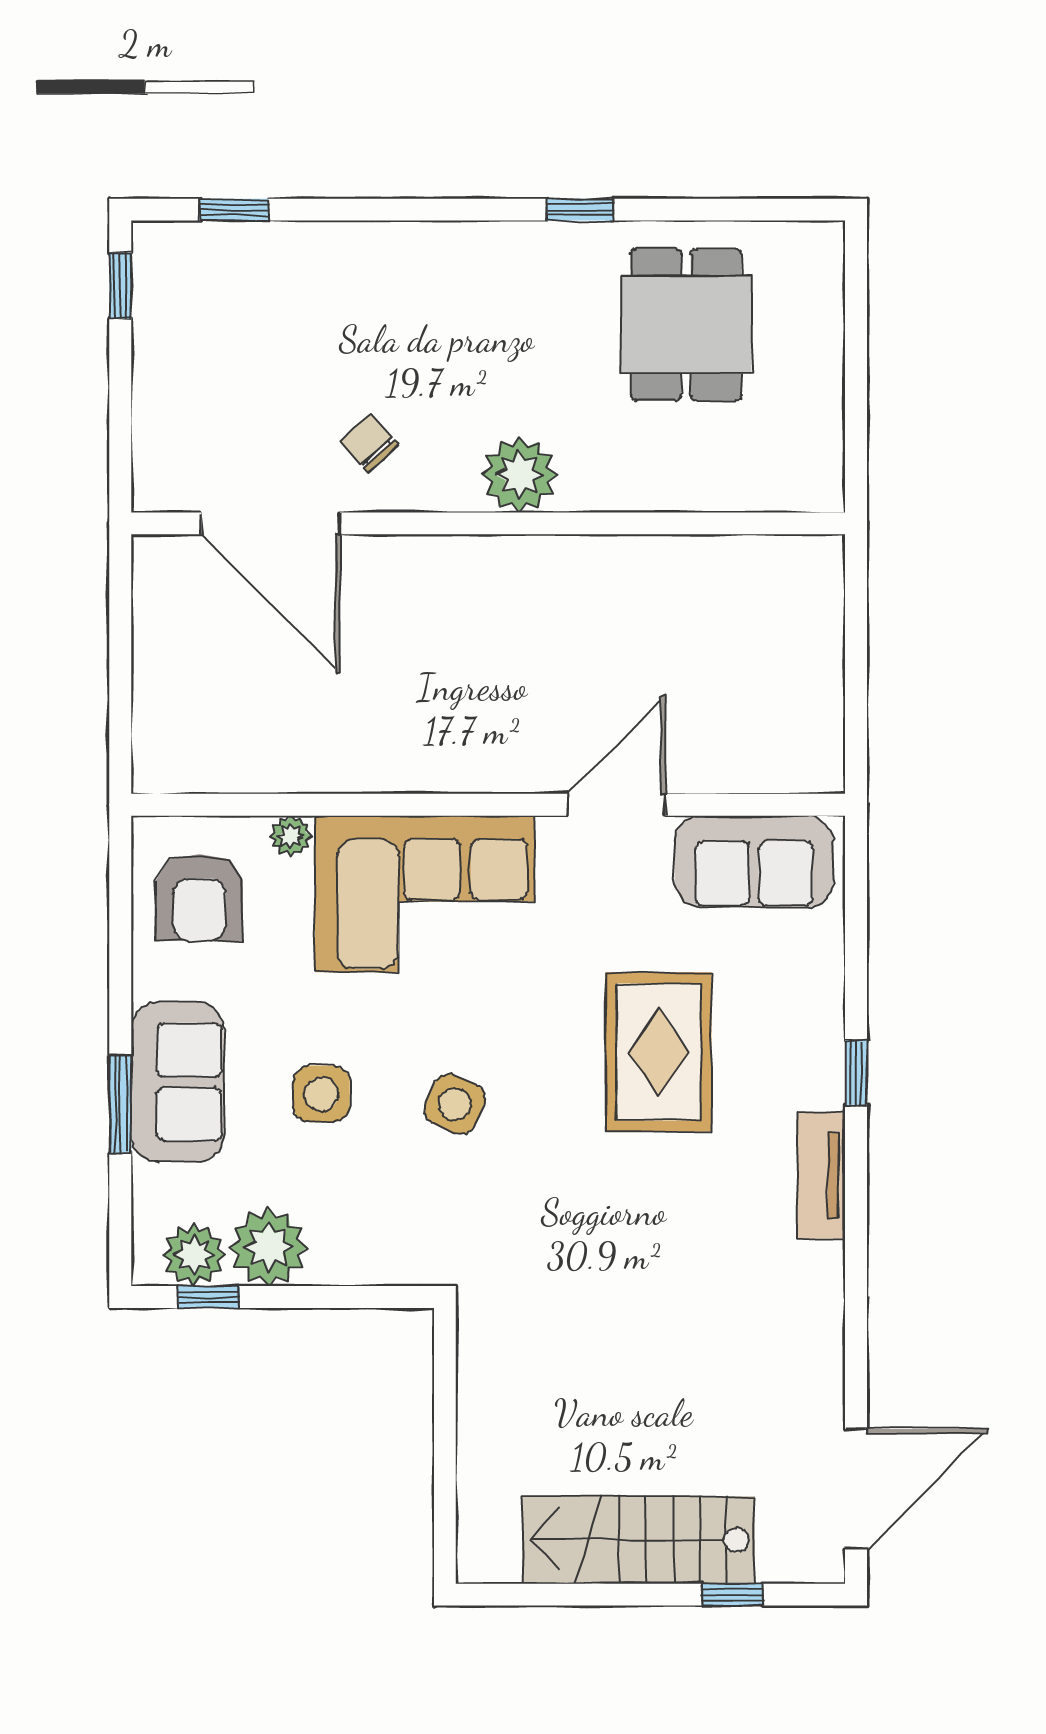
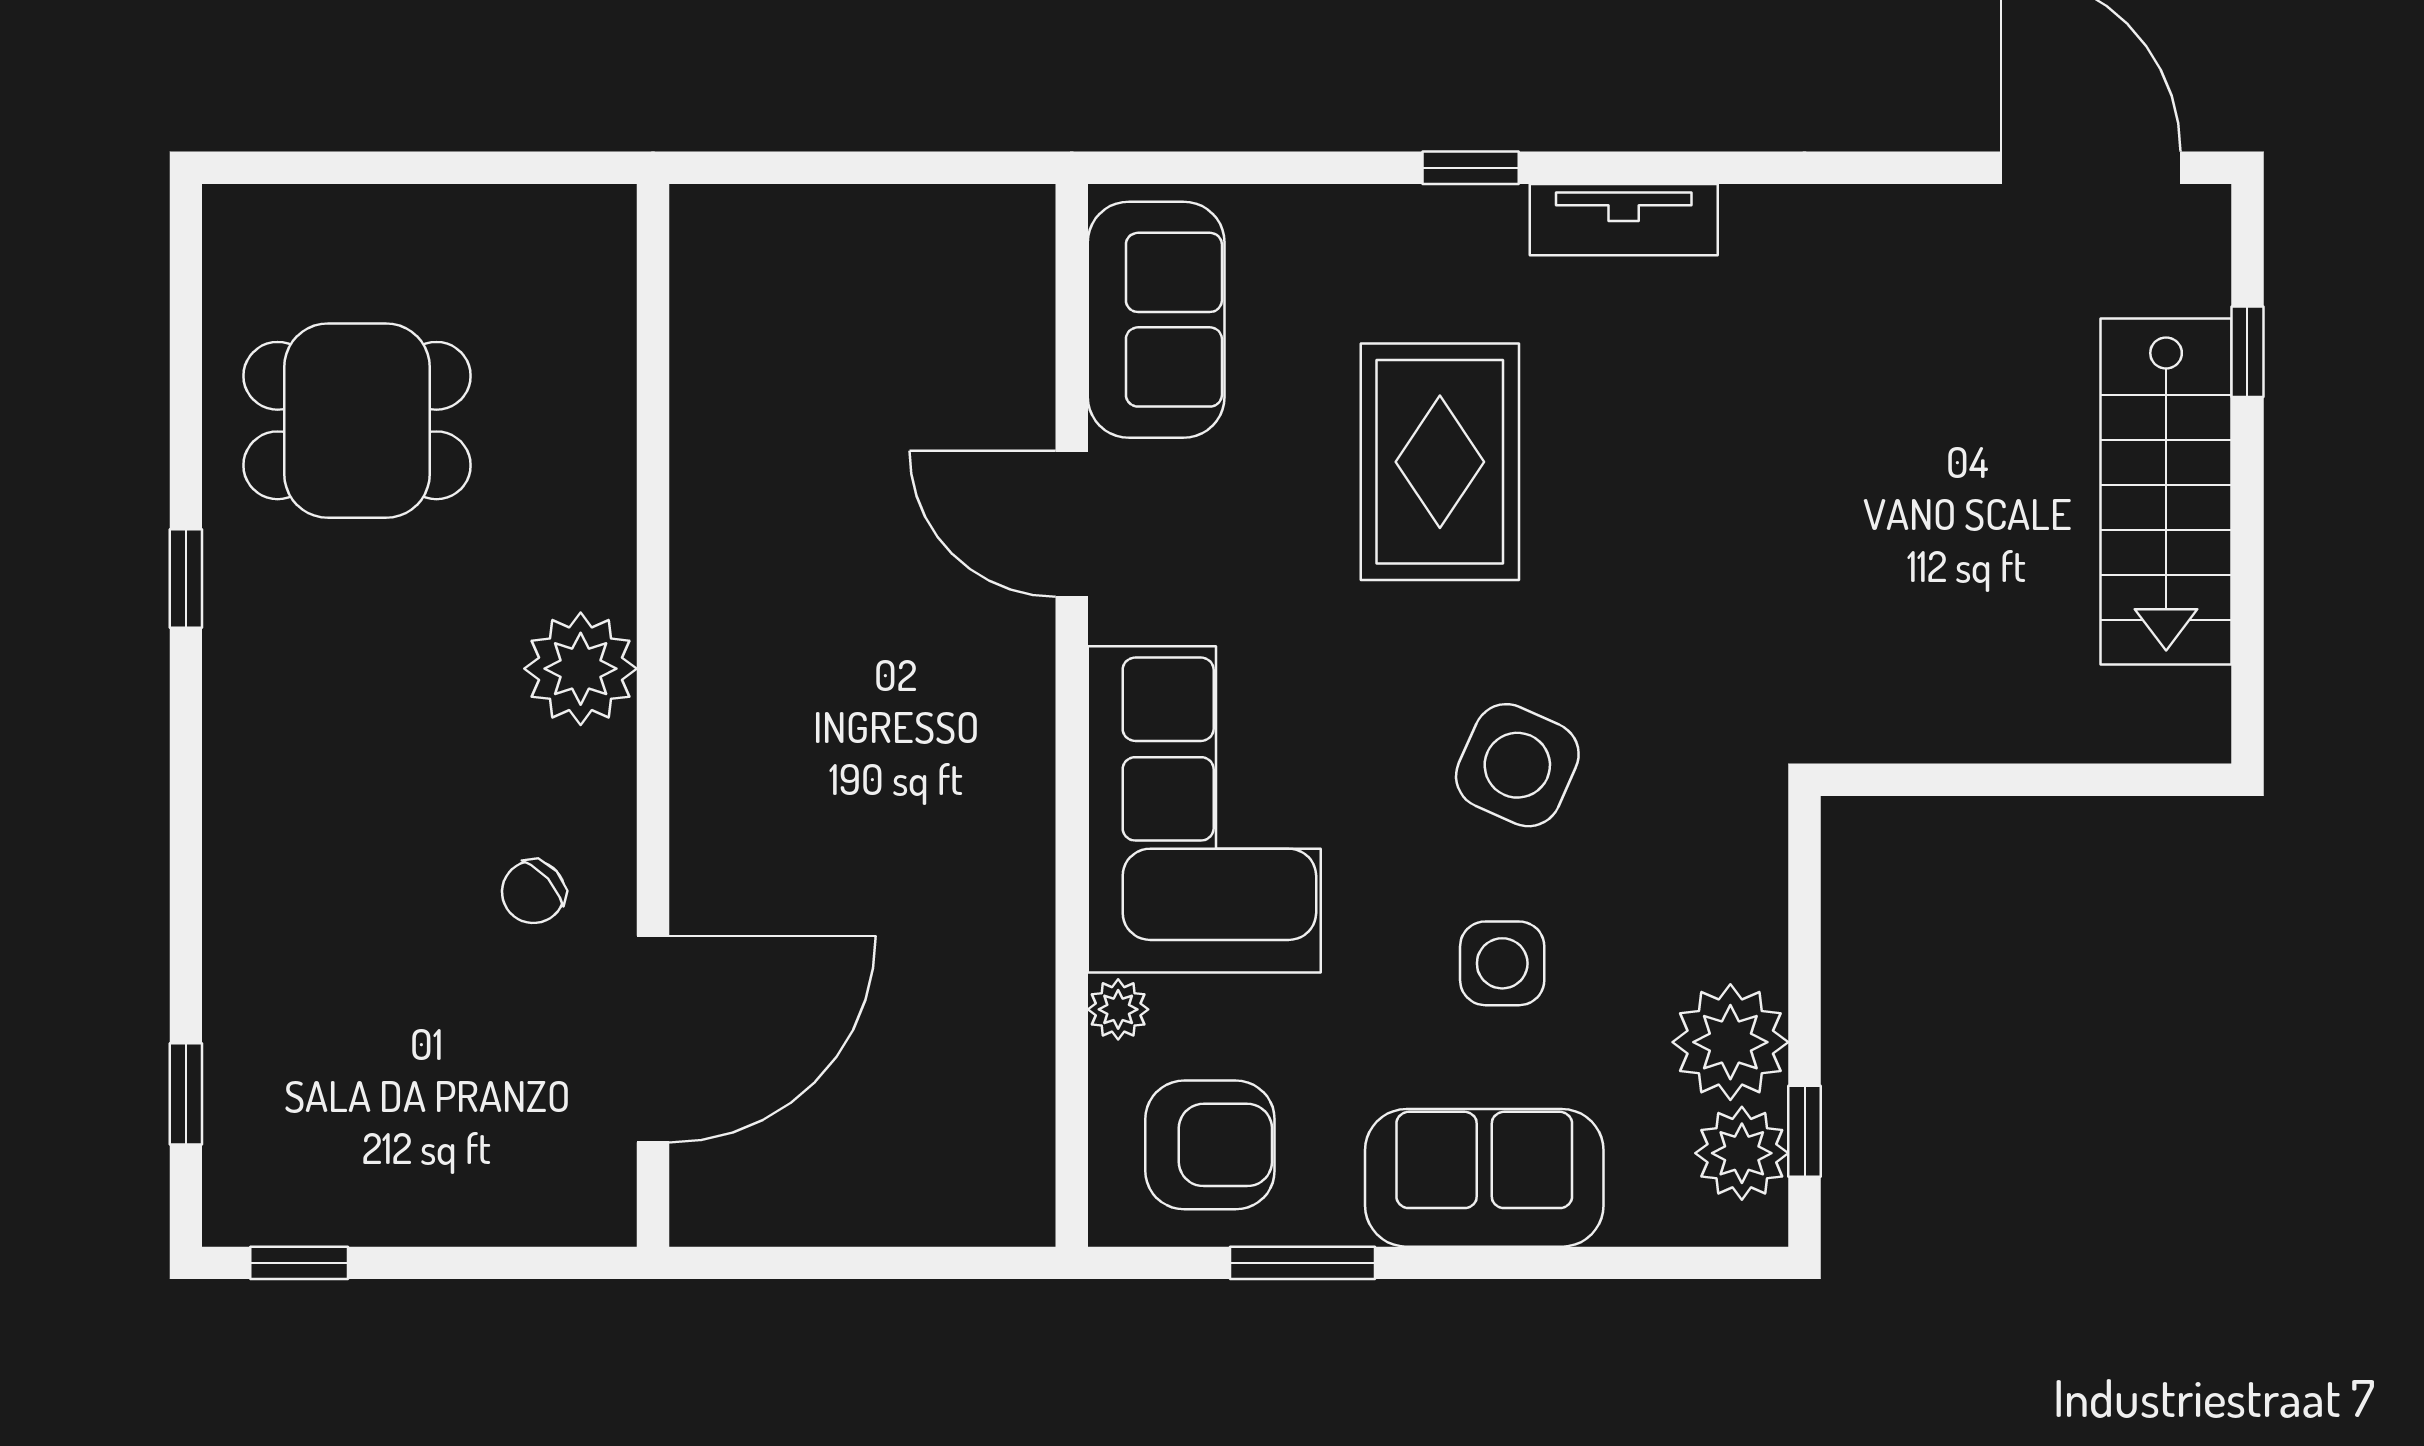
rug: (658, 1052) -> (1440, 462), turned 90
window: (120, 1104) -> (1303, 1263), moved
side table: (455, 1104) -> (1517, 765), width x1.37, depth x1.37

